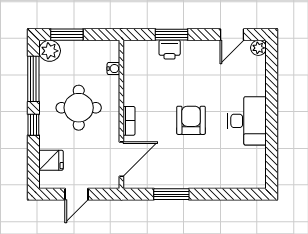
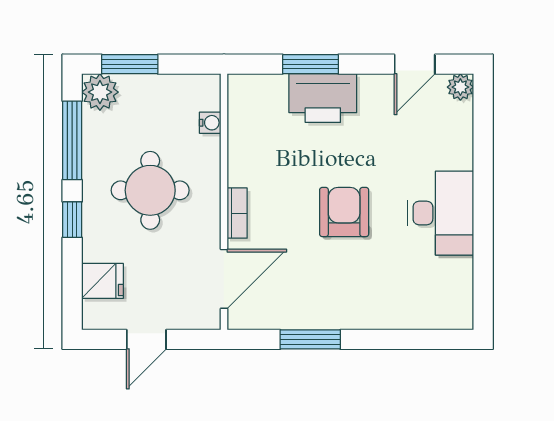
printer: (170, 50) -> (323, 98), width x1.87, depth x1.48

